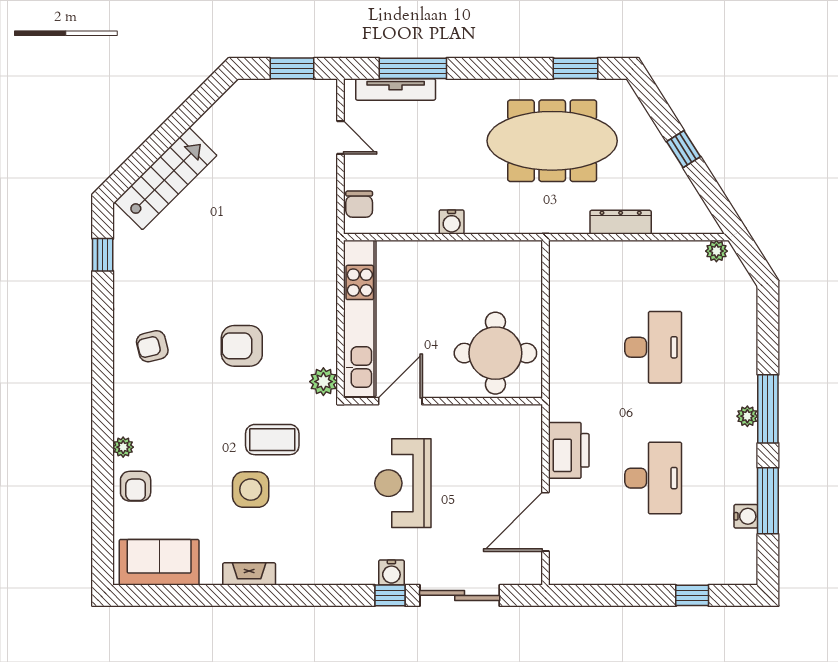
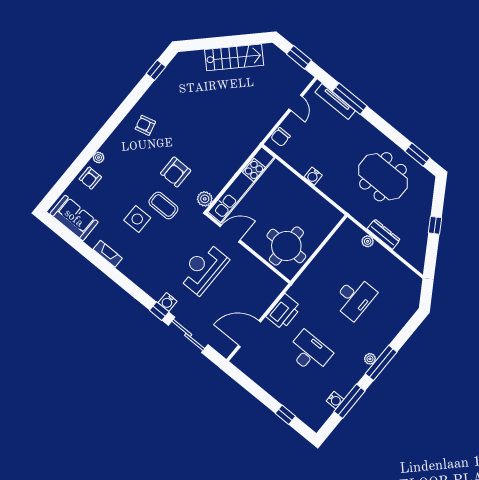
meeting table: (552, 141) -> (383, 177), width x0.73
stairs: (166, 179) -> (234, 57), moved
plant: (716, 251) -> (368, 241), moved
armchair: (242, 346) -> (176, 172), moved, turned -90
desk: (653, 478) -> (309, 352), turned -90

